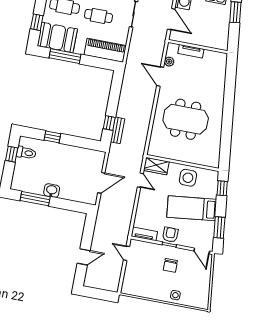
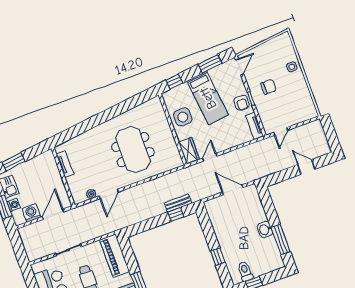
tv unit: (191, 51) -> (65, 164), moved
armchair: (170, 235) -> (242, 103), turned -90

